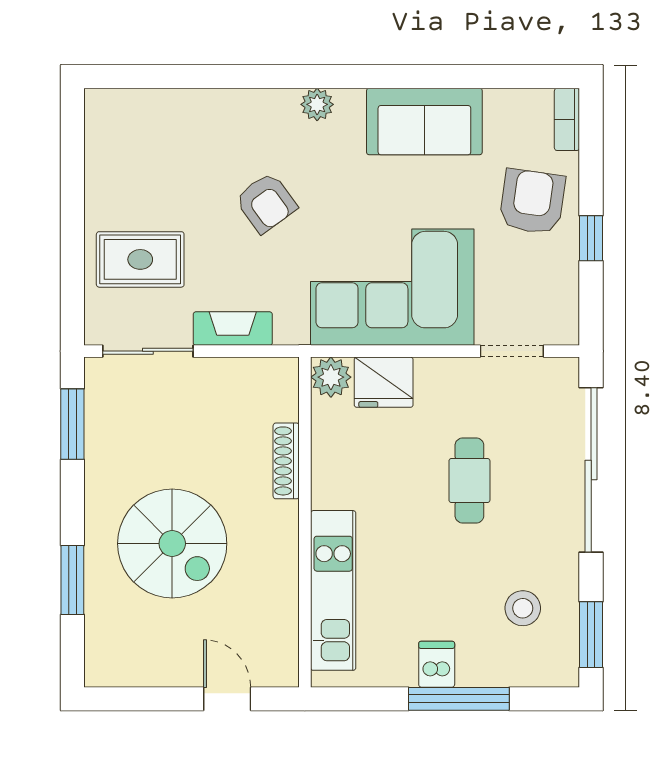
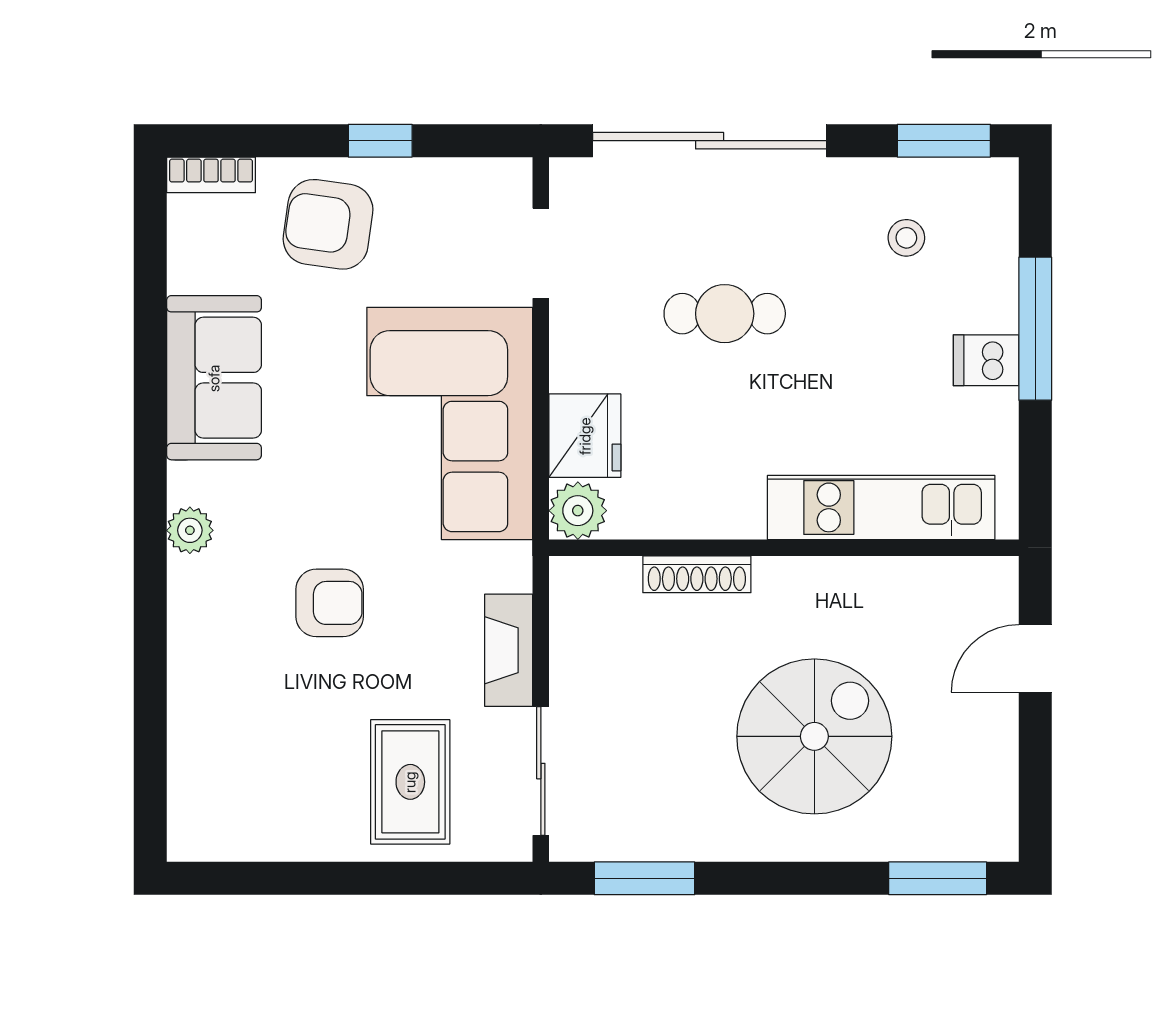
armchair: (266, 203) -> (330, 603), turned 36
window: (72, 580) -> (938, 878), moved
stool: (523, 608) -> (906, 238), width x0.73, depth x0.73

